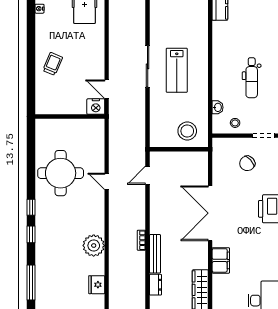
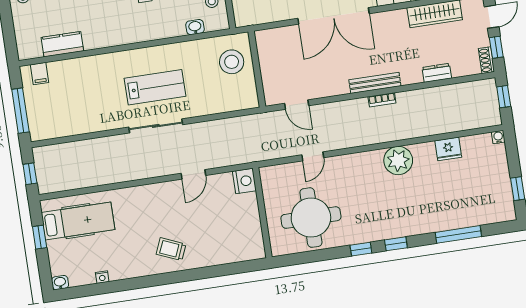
nightstand: (96, 107) -> (244, 181), moved
wall: (70, 117) -> (262, 213), moved
bench: (155, 254) -> (375, 83), moved

